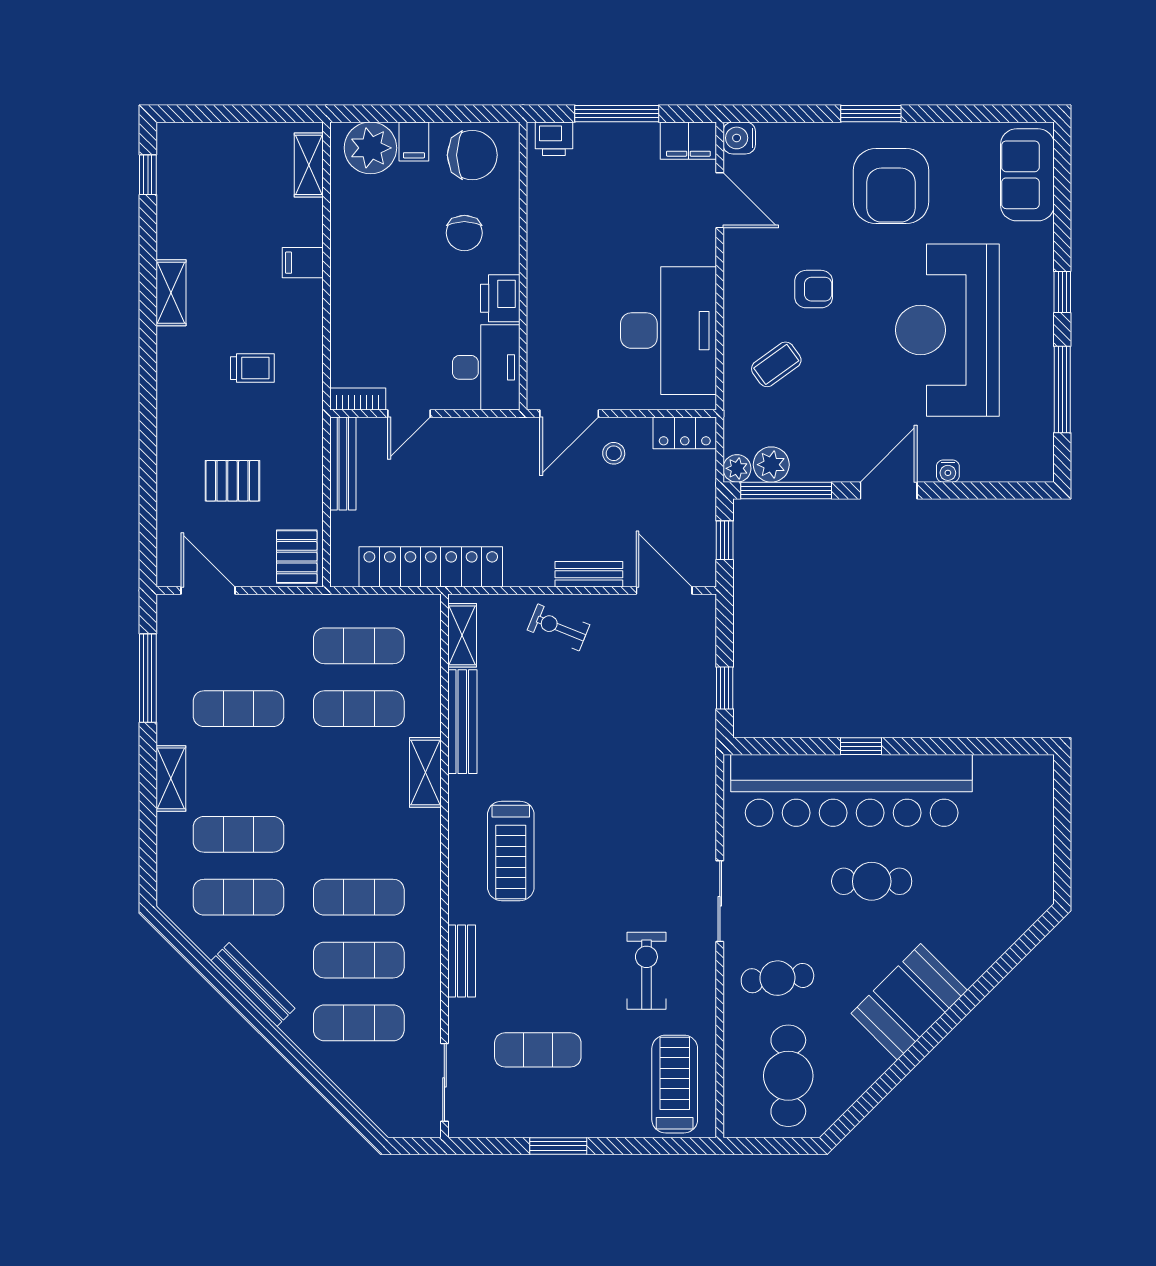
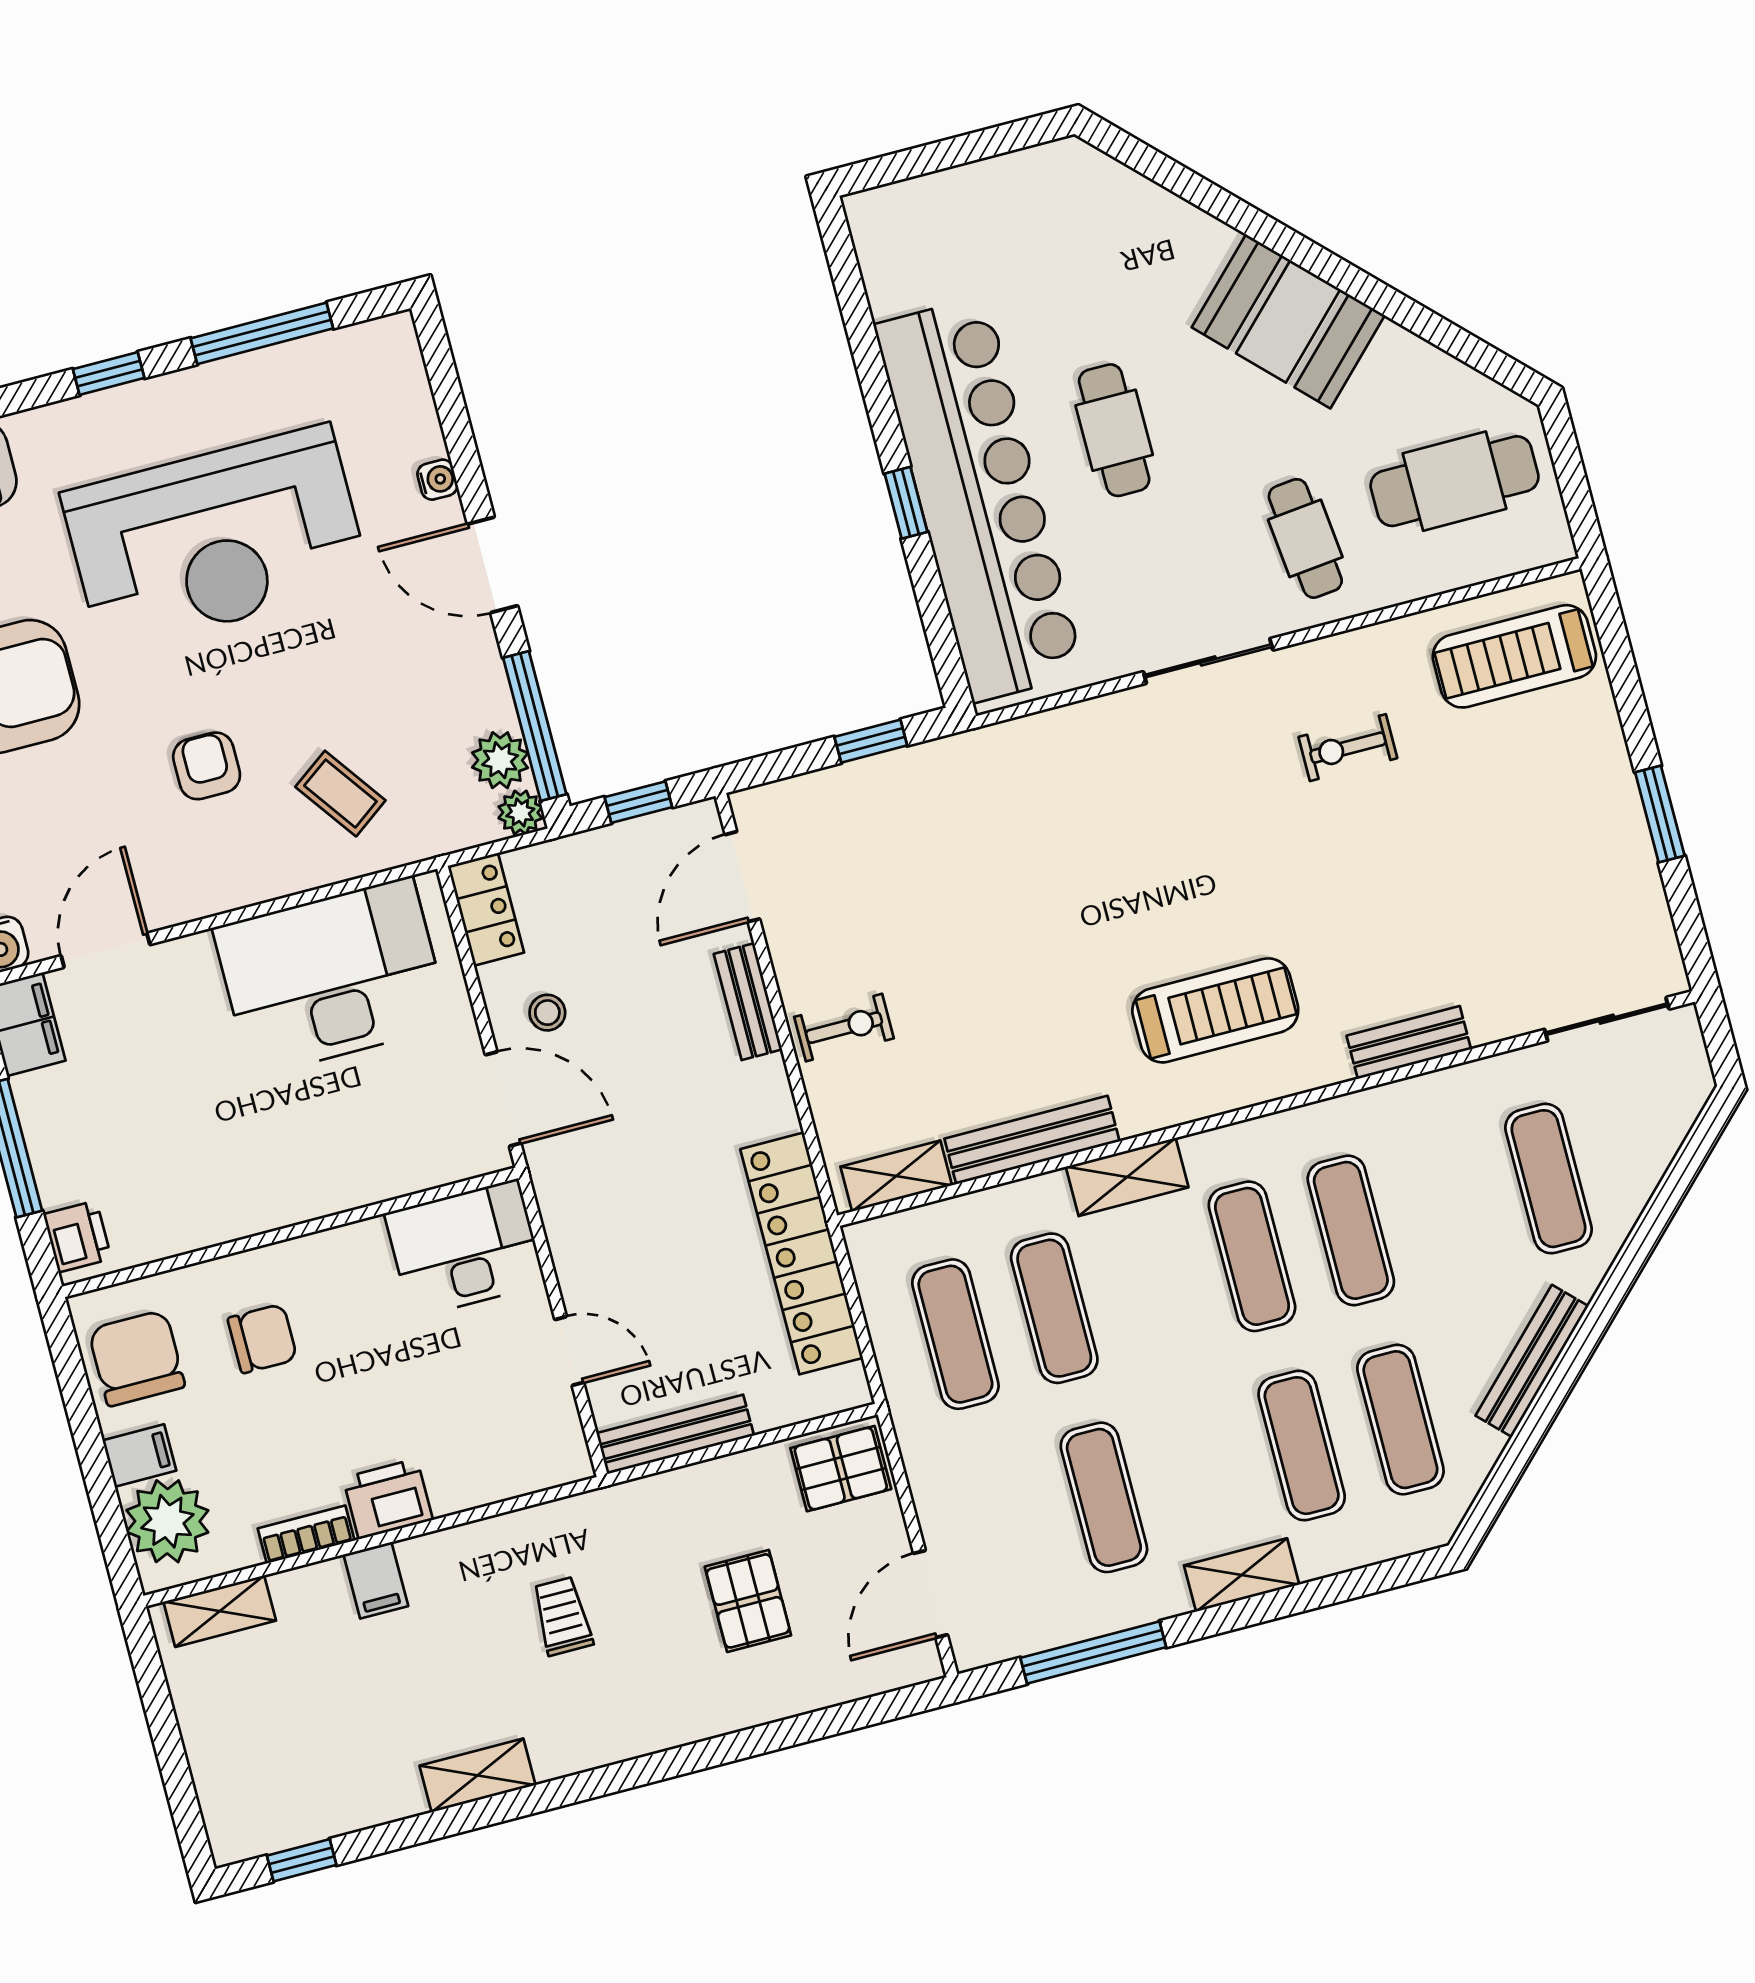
printer: (500, 298) -> (388, 1499), moved, turned 180
bookcase: (358, 399) -> (306, 1534), moved, turned 90
exercise bike: (559, 627) -> (844, 1028), turned -112
exercise mat: (359, 960) -> (1252, 1256), moved
exercise bike: (646, 971) -> (1348, 748), width x0.73, depth x0.72
exercise mat: (538, 1050) -> (1517, 886), removed

